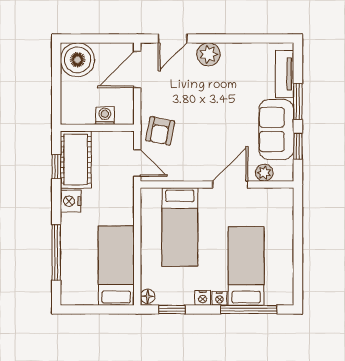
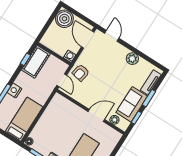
door: (173, 38) -> (112, 36), swing flipped
plant: (208, 54) -> (132, 59), moved
door: (137, 70) -> (88, 40), hinge flipped
washing machine: (105, 116) -> (70, 56), moved
nightstand: (71, 201) -> (14, 91), moved
bed: (180, 227) -> (63, 120), removed

